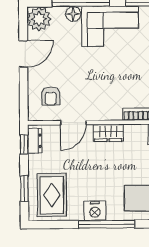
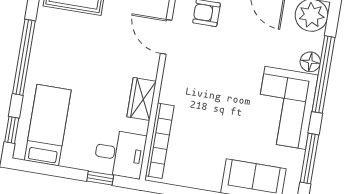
wardrobe: (108, 133) -> (142, 99), moved
nightstand: (95, 211) -> (44, 45), removed

